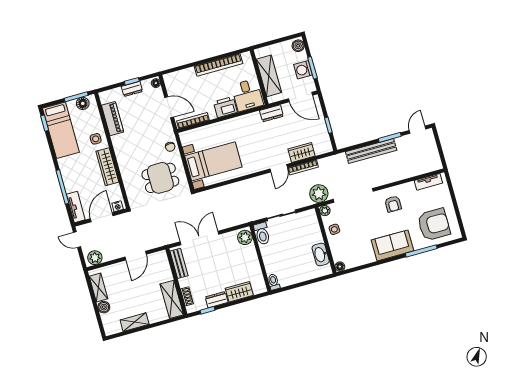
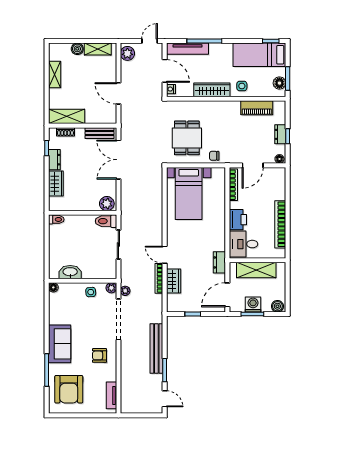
plant: (319, 194) -> (125, 291), width x0.53, depth x0.53
tv unit: (76, 207) -> (187, 49), width x1.41
double door: (199, 238) -> (118, 160), swing flipped

